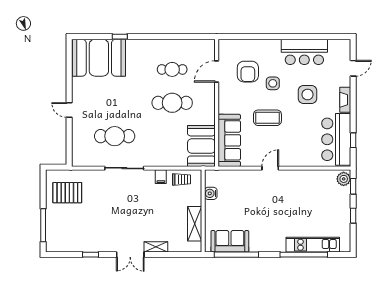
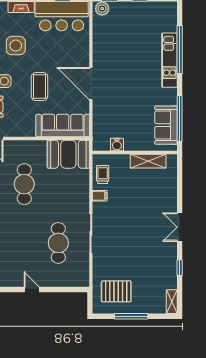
door: (69, 110) -> (32, 290), swing flipped
door: (270, 168) -> (91, 84), width x1.87
pallet: (67, 193) -> (116, 291), turned 90
window: (43, 225) -> (131, 316), moved
kitchen unit: (313, 245) -> (169, 60), moved
shelving: (156, 247) -> (172, 302), moved
double door: (130, 255) -> (180, 227), swing flipped

